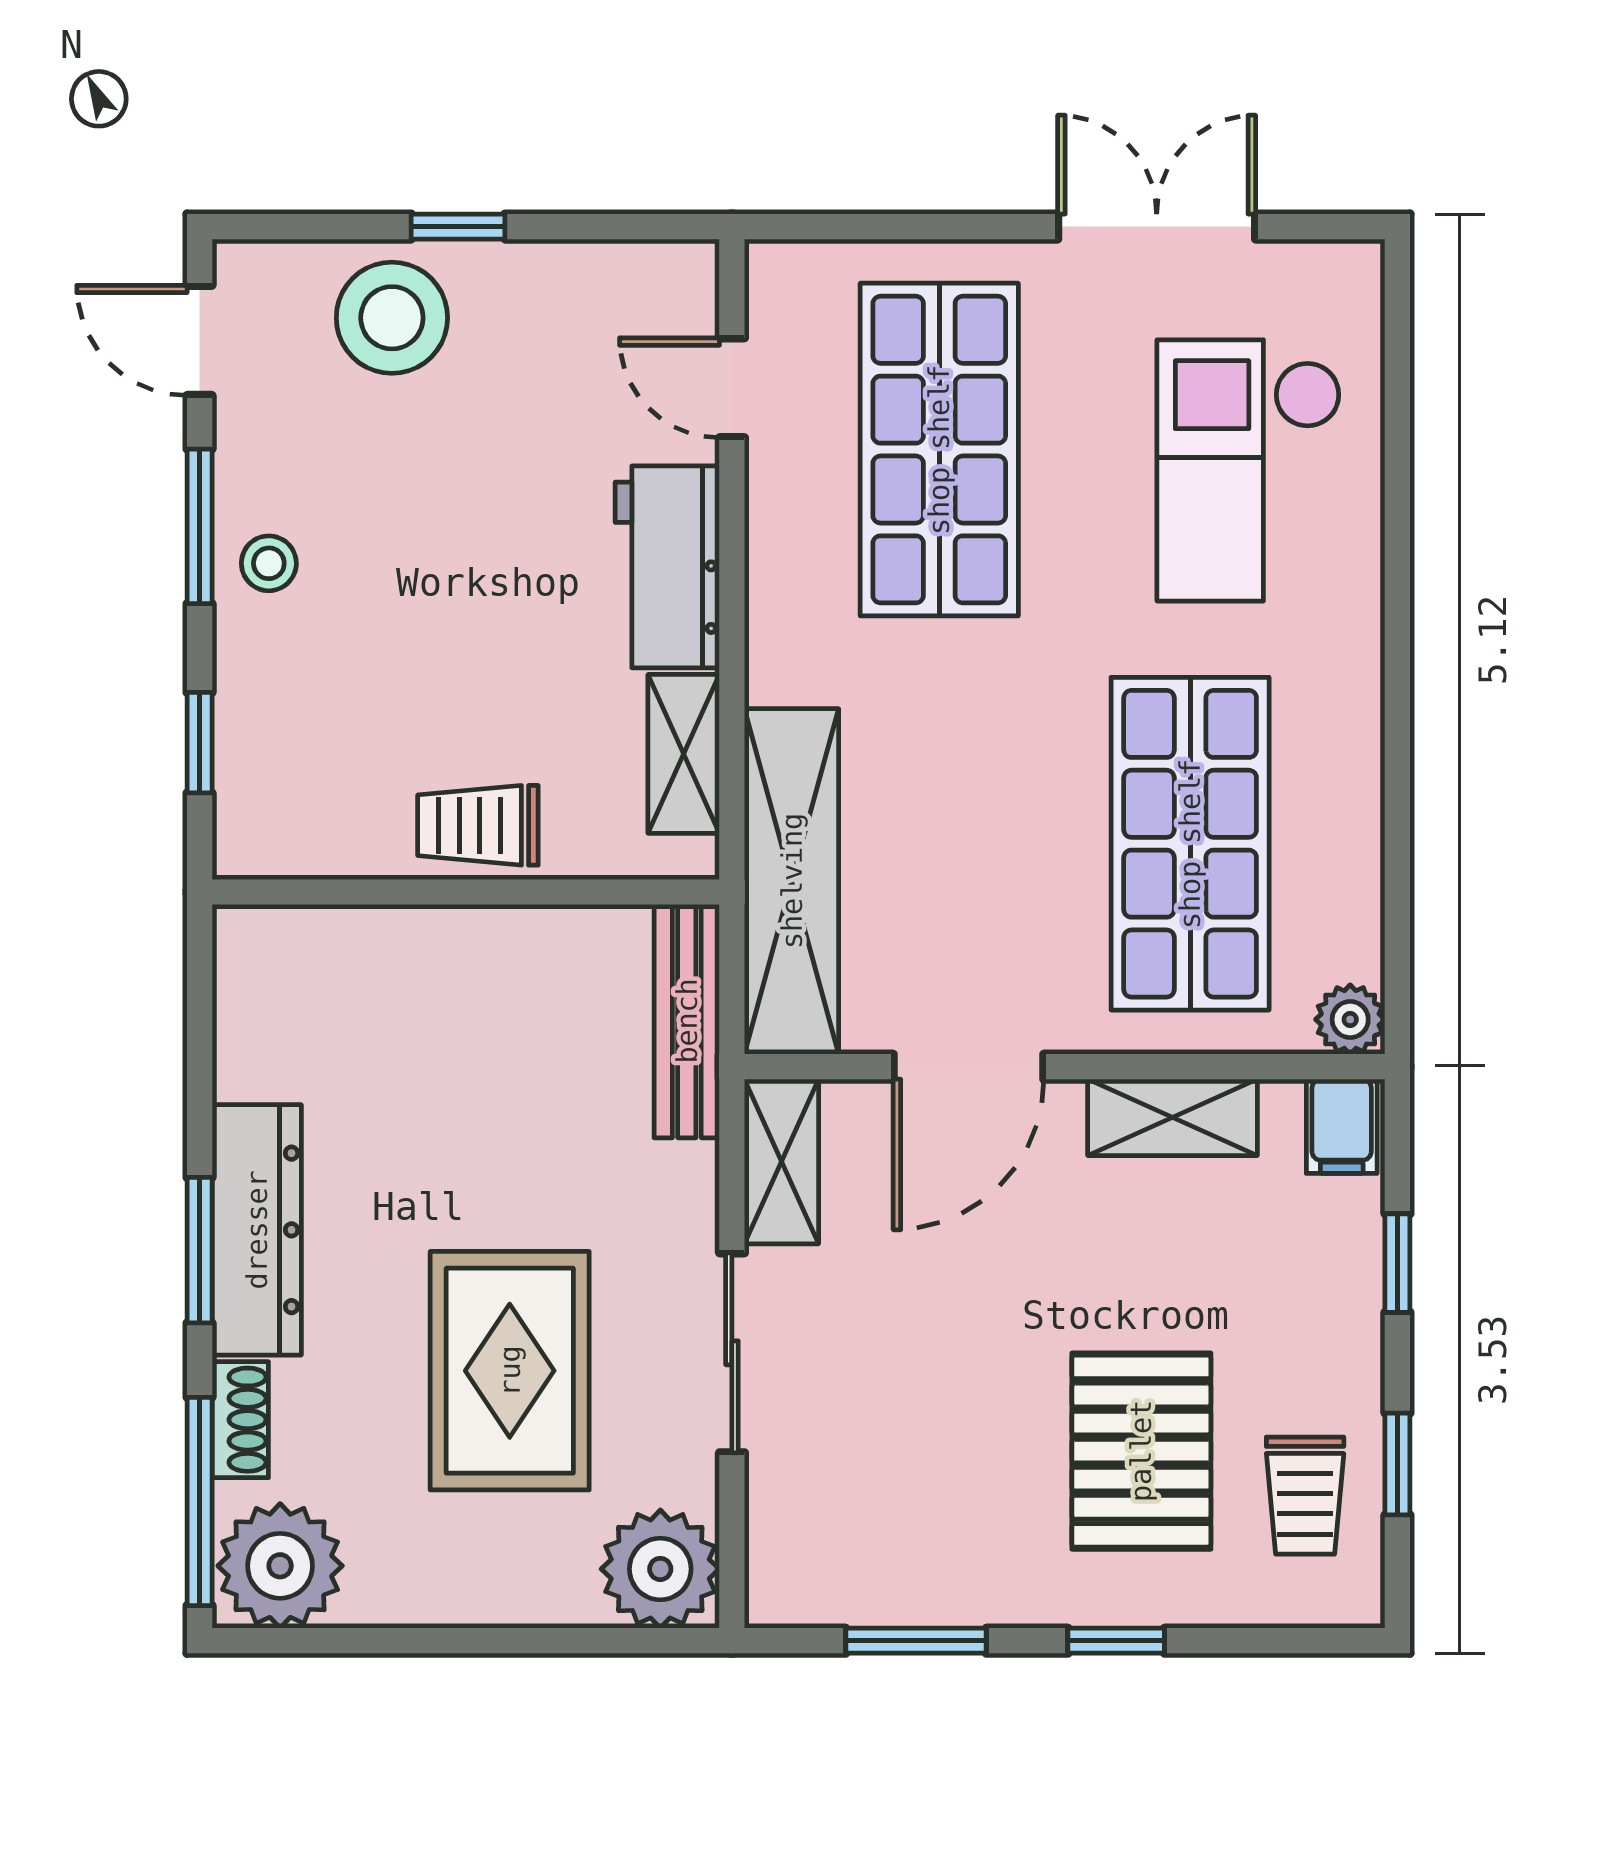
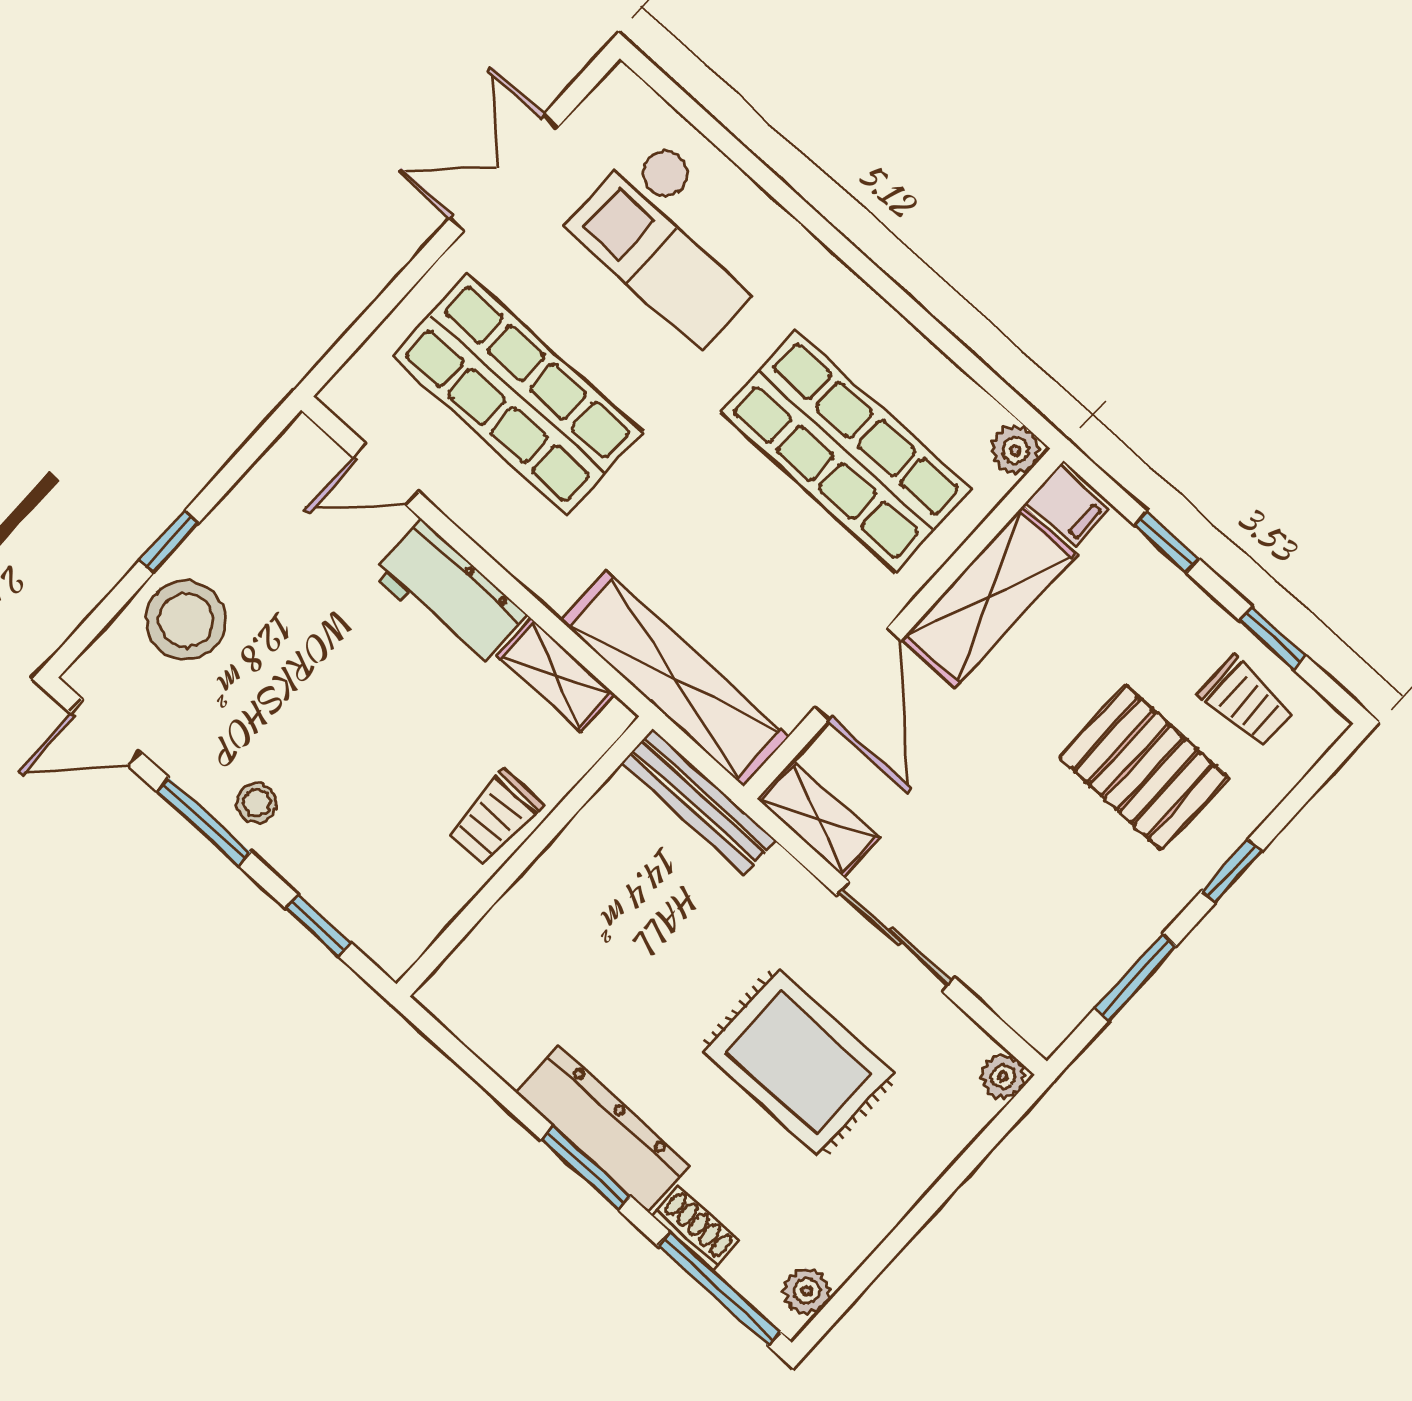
shelving: (1172, 1117) -> (989, 597), width x1.50, depth x1.33
plant: (280, 1566) -> (807, 1291), width x0.53, depth x0.53
plant: (660, 1569) -> (1003, 1076), width x0.53, depth x0.53

